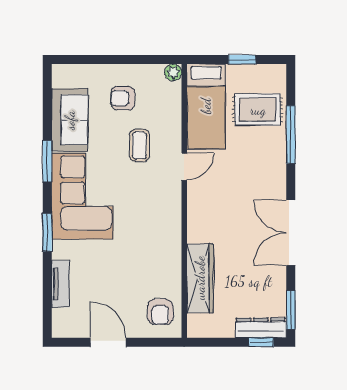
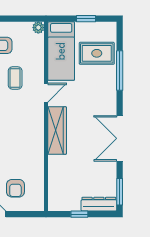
wardrobe: (200, 278) -> (57, 131), moved
armchair: (160, 312) -> (15, 188), moved
window: (261, 342) -> (79, 214), moved

